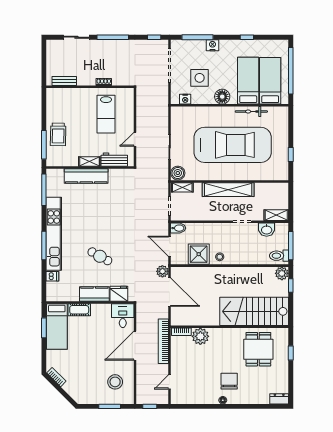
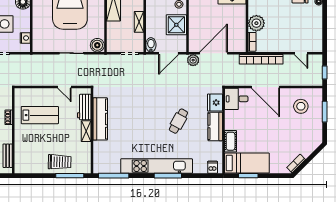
kitchen counter: (86, 176) -> (100, 119), moved
shelving: (182, 187) -> (139, 22), moved
dishwasher: (52, 276) -> (213, 167), moved

